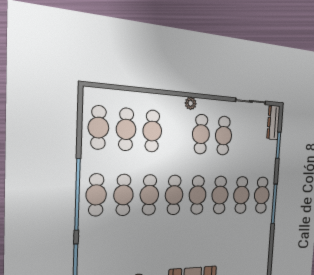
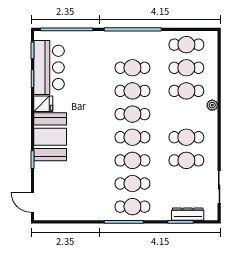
plant: (191, 103) -> (212, 105), moved
dresser: (273, 122) -> (188, 214), moved
cafe table: (96, 195) -> (132, 45), removed

